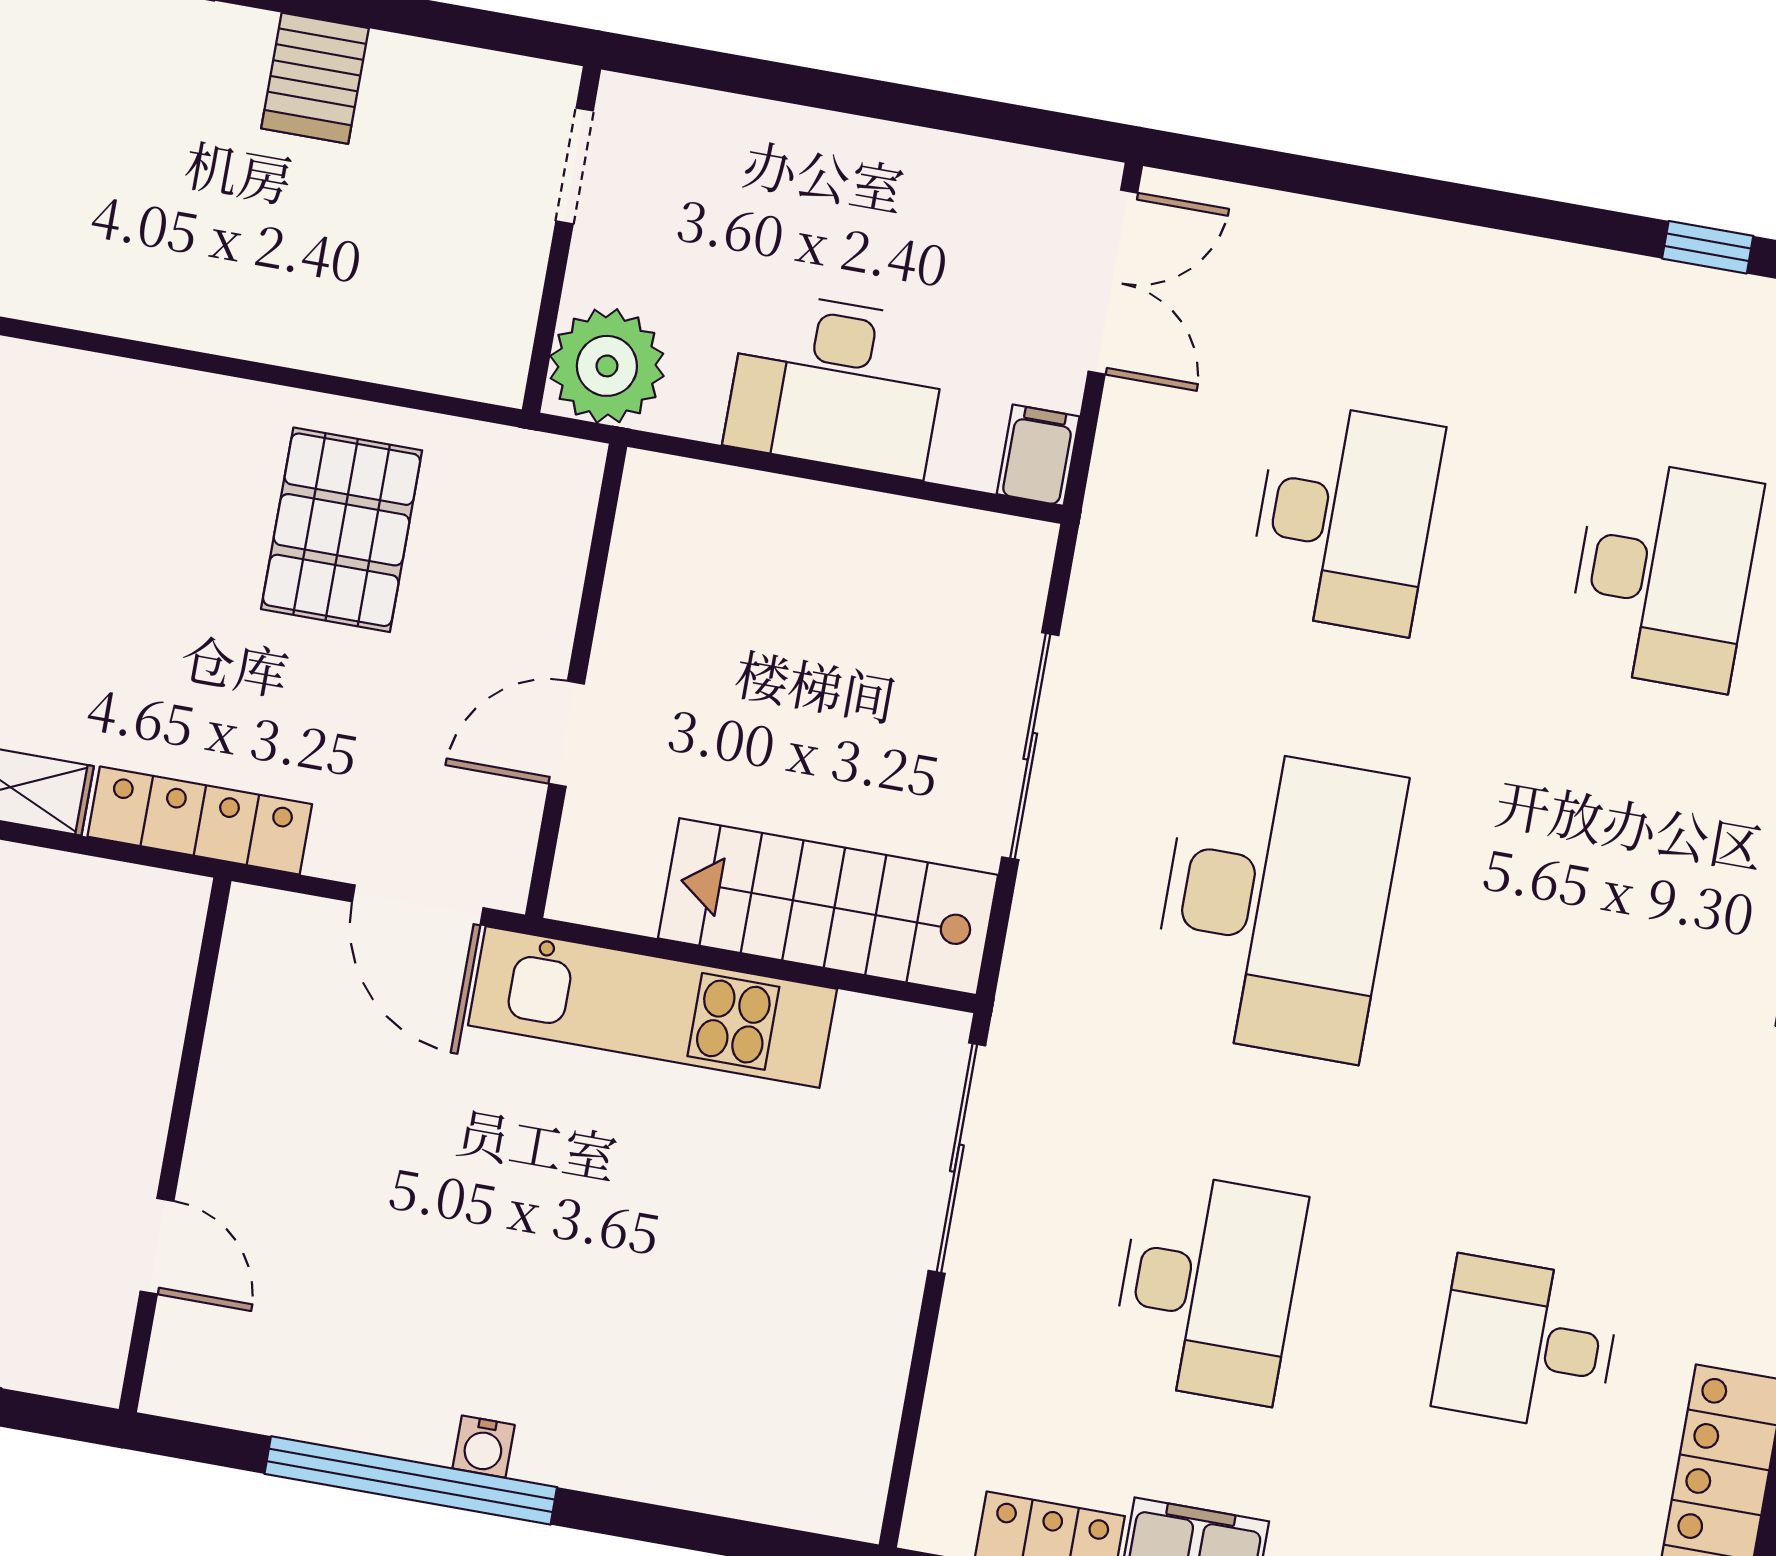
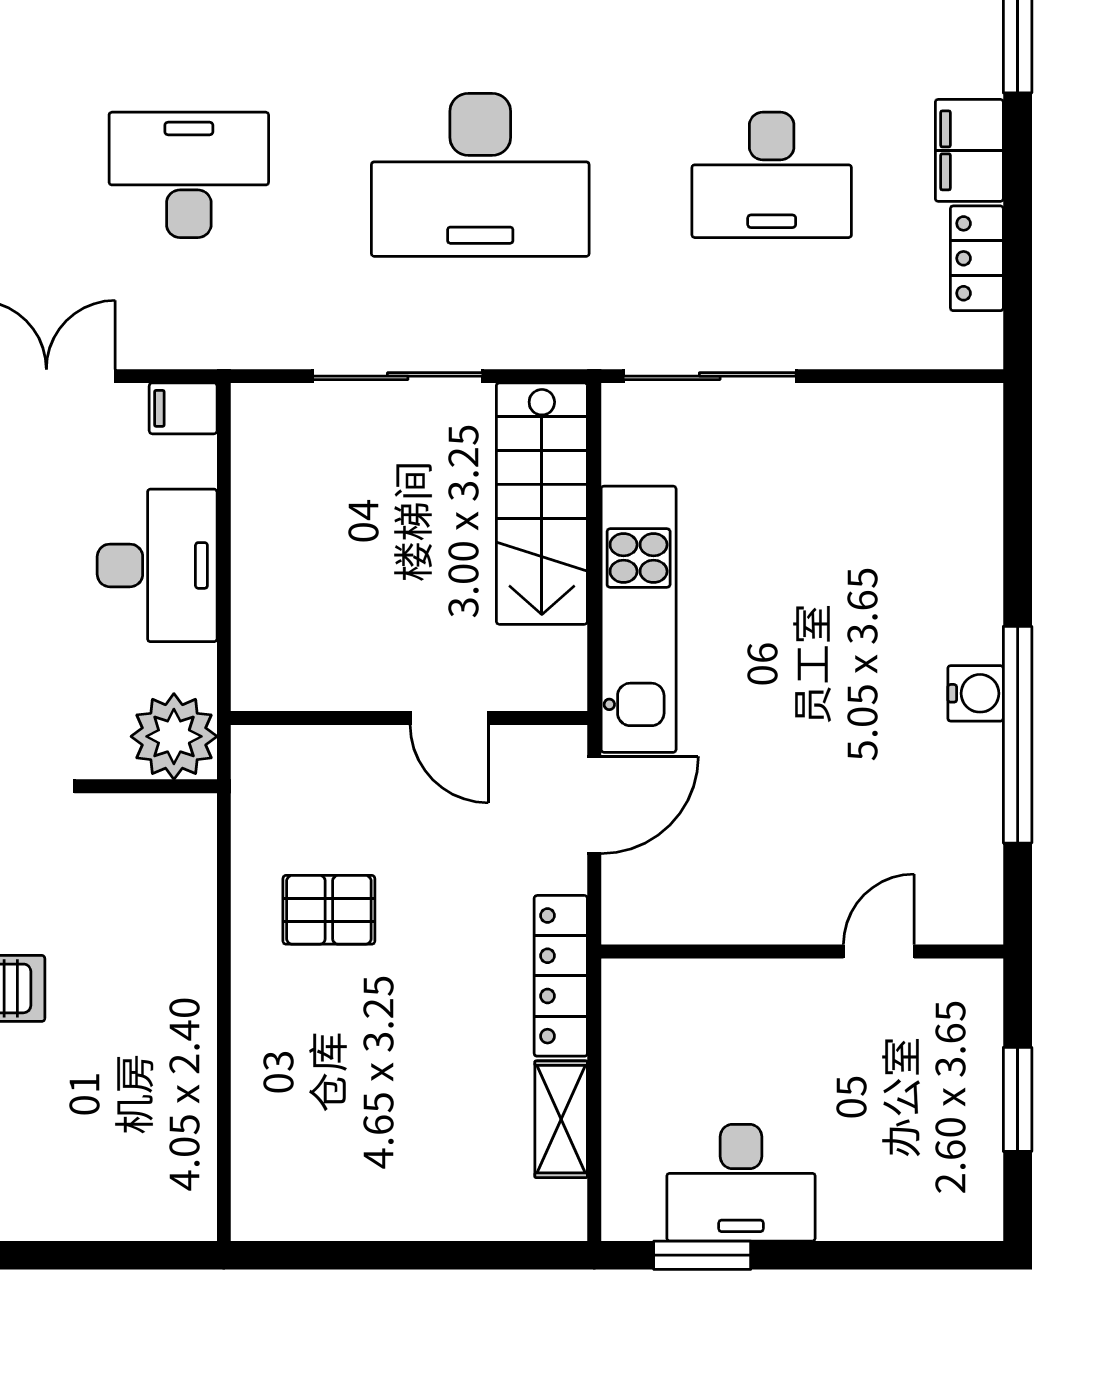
pallet: (342, 530) -> (329, 910), width x0.67, depth x0.71
desk: (1277, 903) -> (480, 175), turned 180
desk: (1208, 1287) -> (772, 175), turned 180
water cooler: (484, 1447) -> (976, 693), width x1.38, depth x1.38

